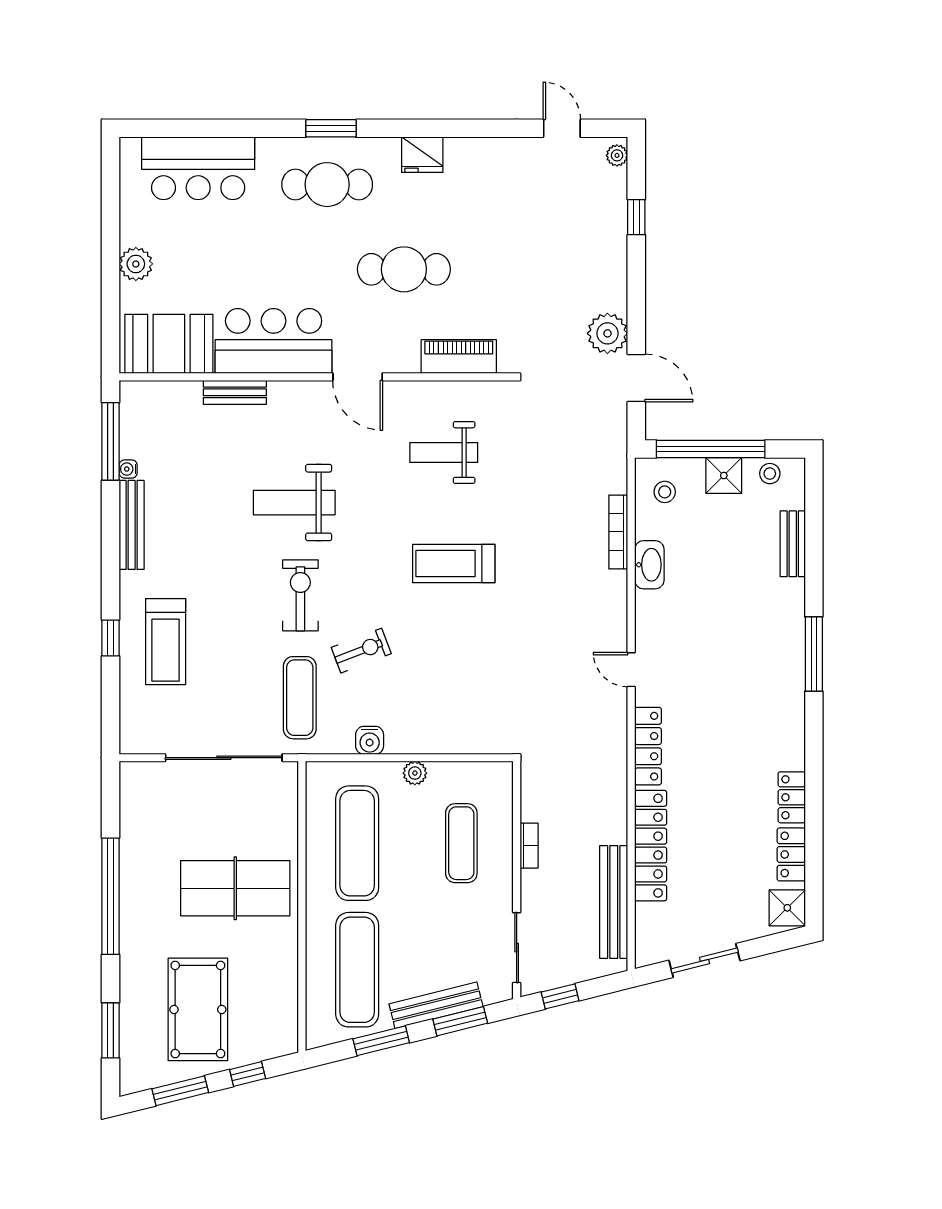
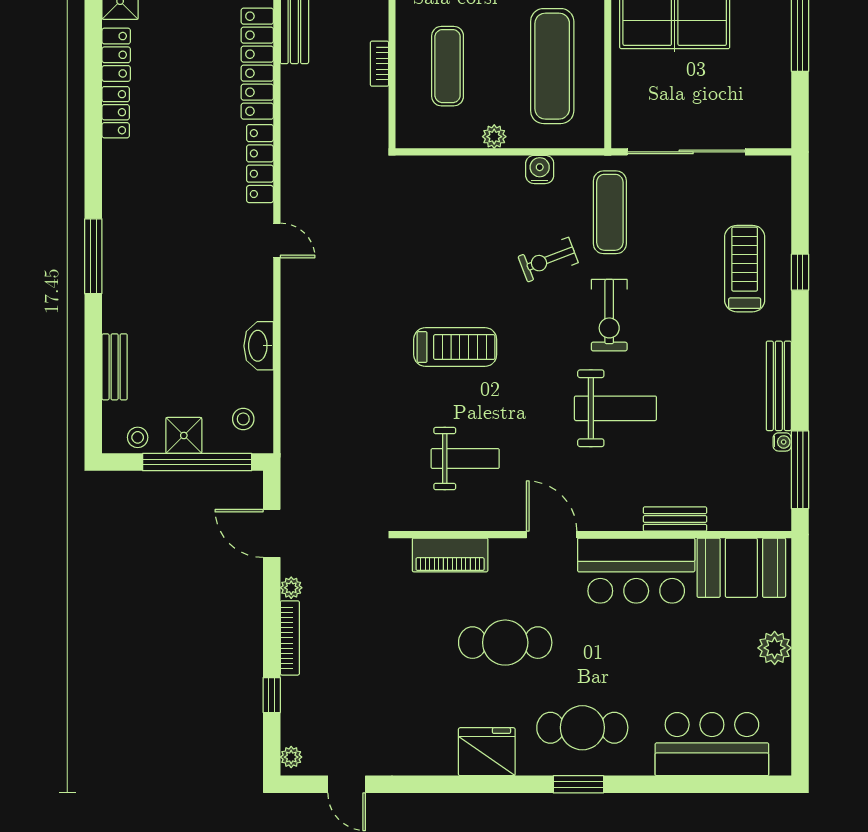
fridge: (422, 155) -> (487, 752), width x1.36, depth x1.34
plant: (607, 333) -> (291, 588), width x0.53, depth x0.53
bookcase: (618, 532) -> (290, 638), moved

